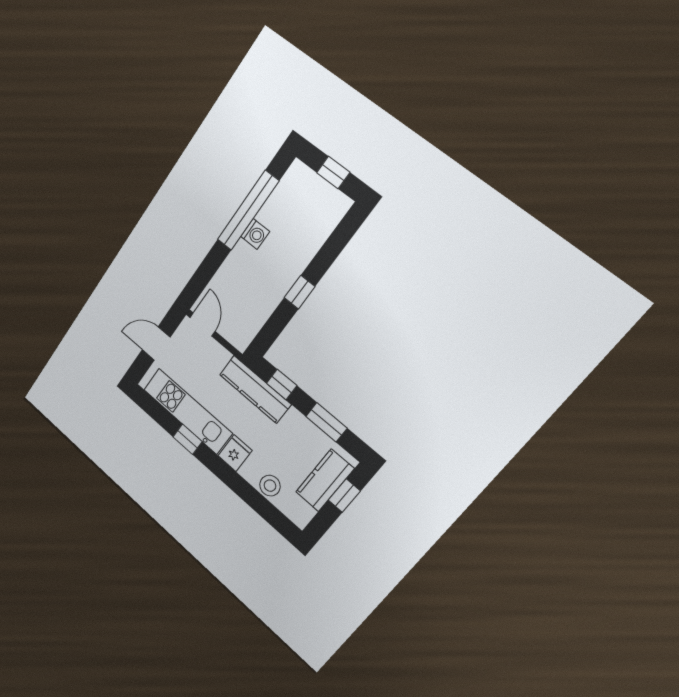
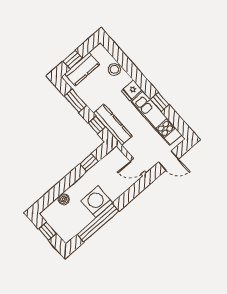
washing machine: (255, 234) -> (97, 202), width x1.89, depth x1.89
boiler: (315, 239) -> (64, 199), added
window: (300, 292) -> (89, 163), moved
door: (202, 324) -> (137, 166), hinge flipped

